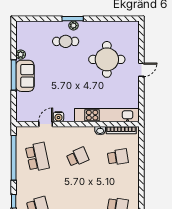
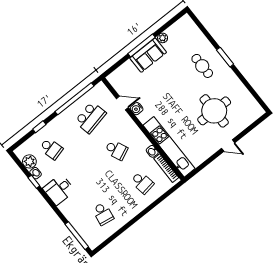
plant: (73, 26) -> (220, 62), removed

